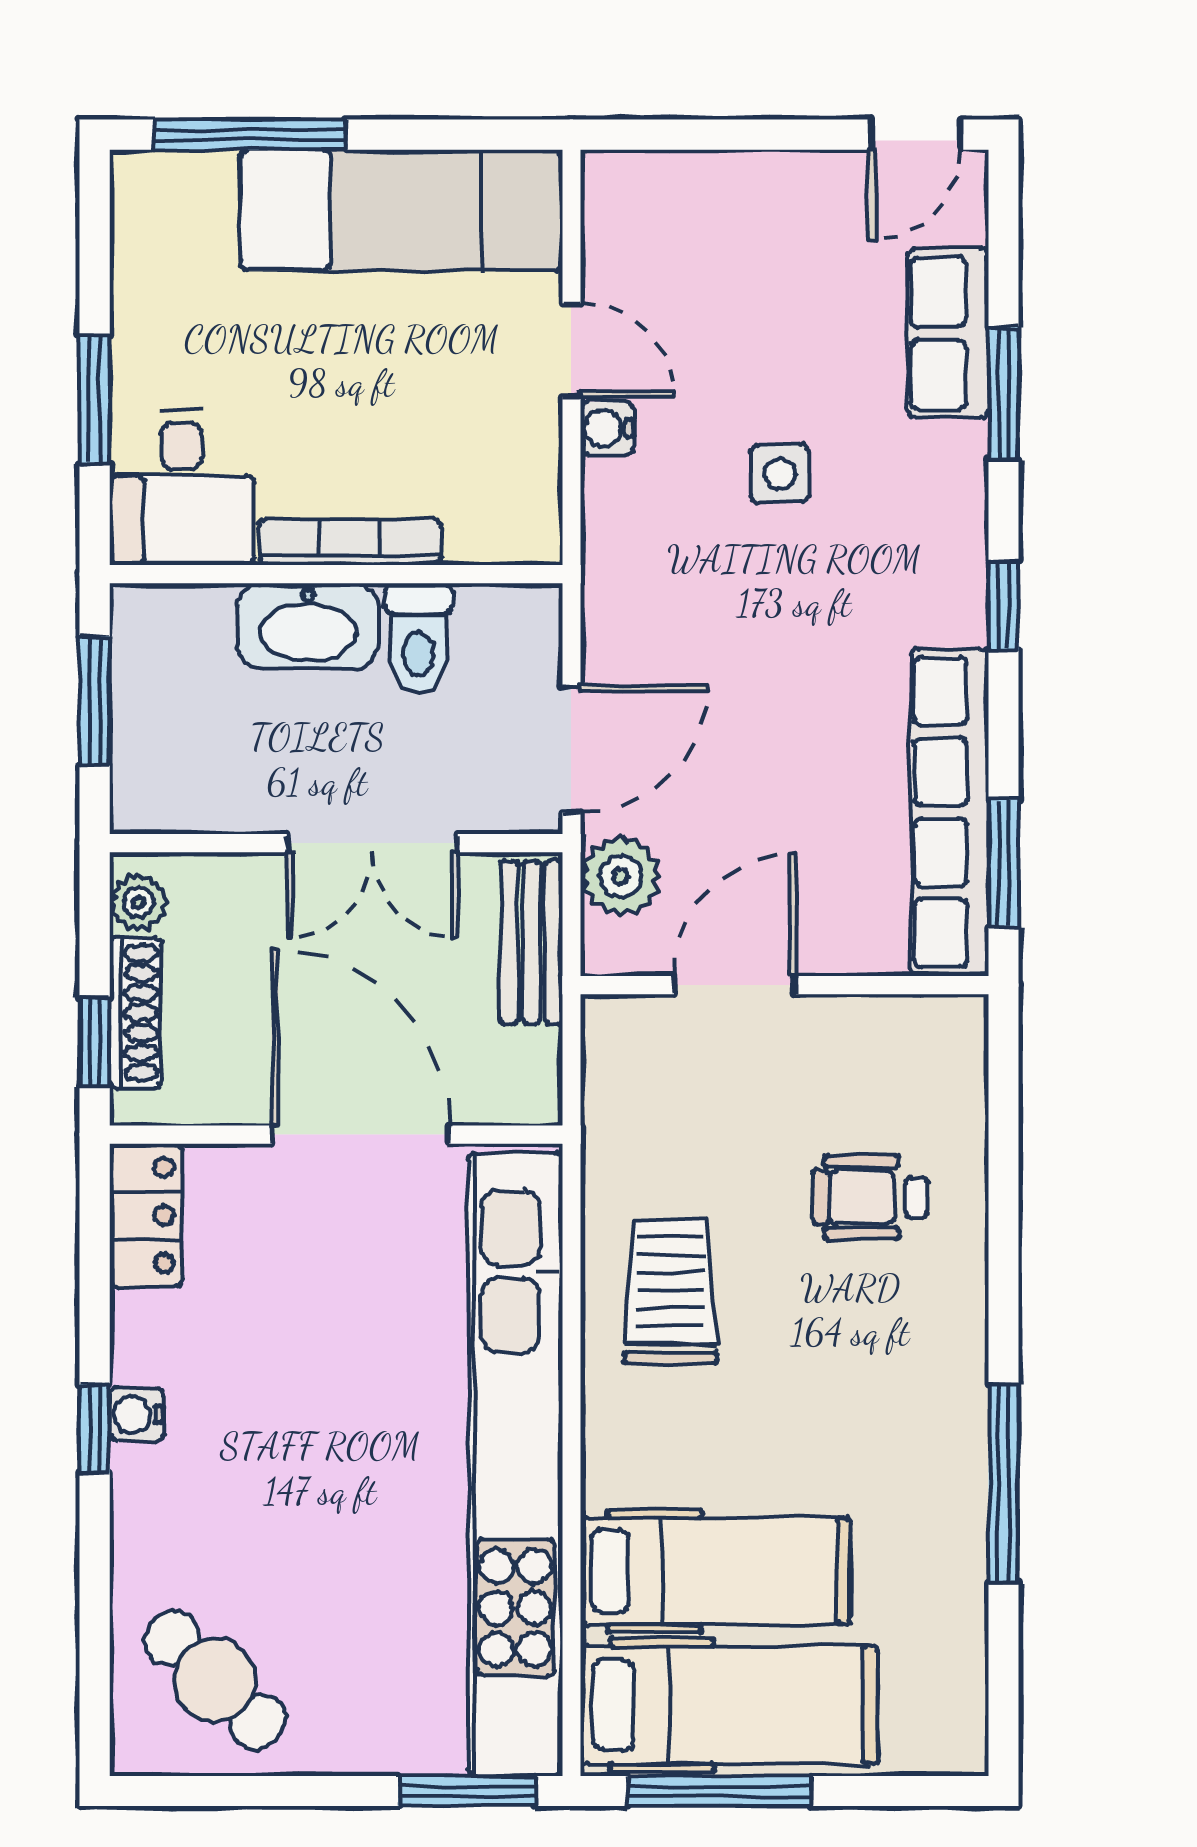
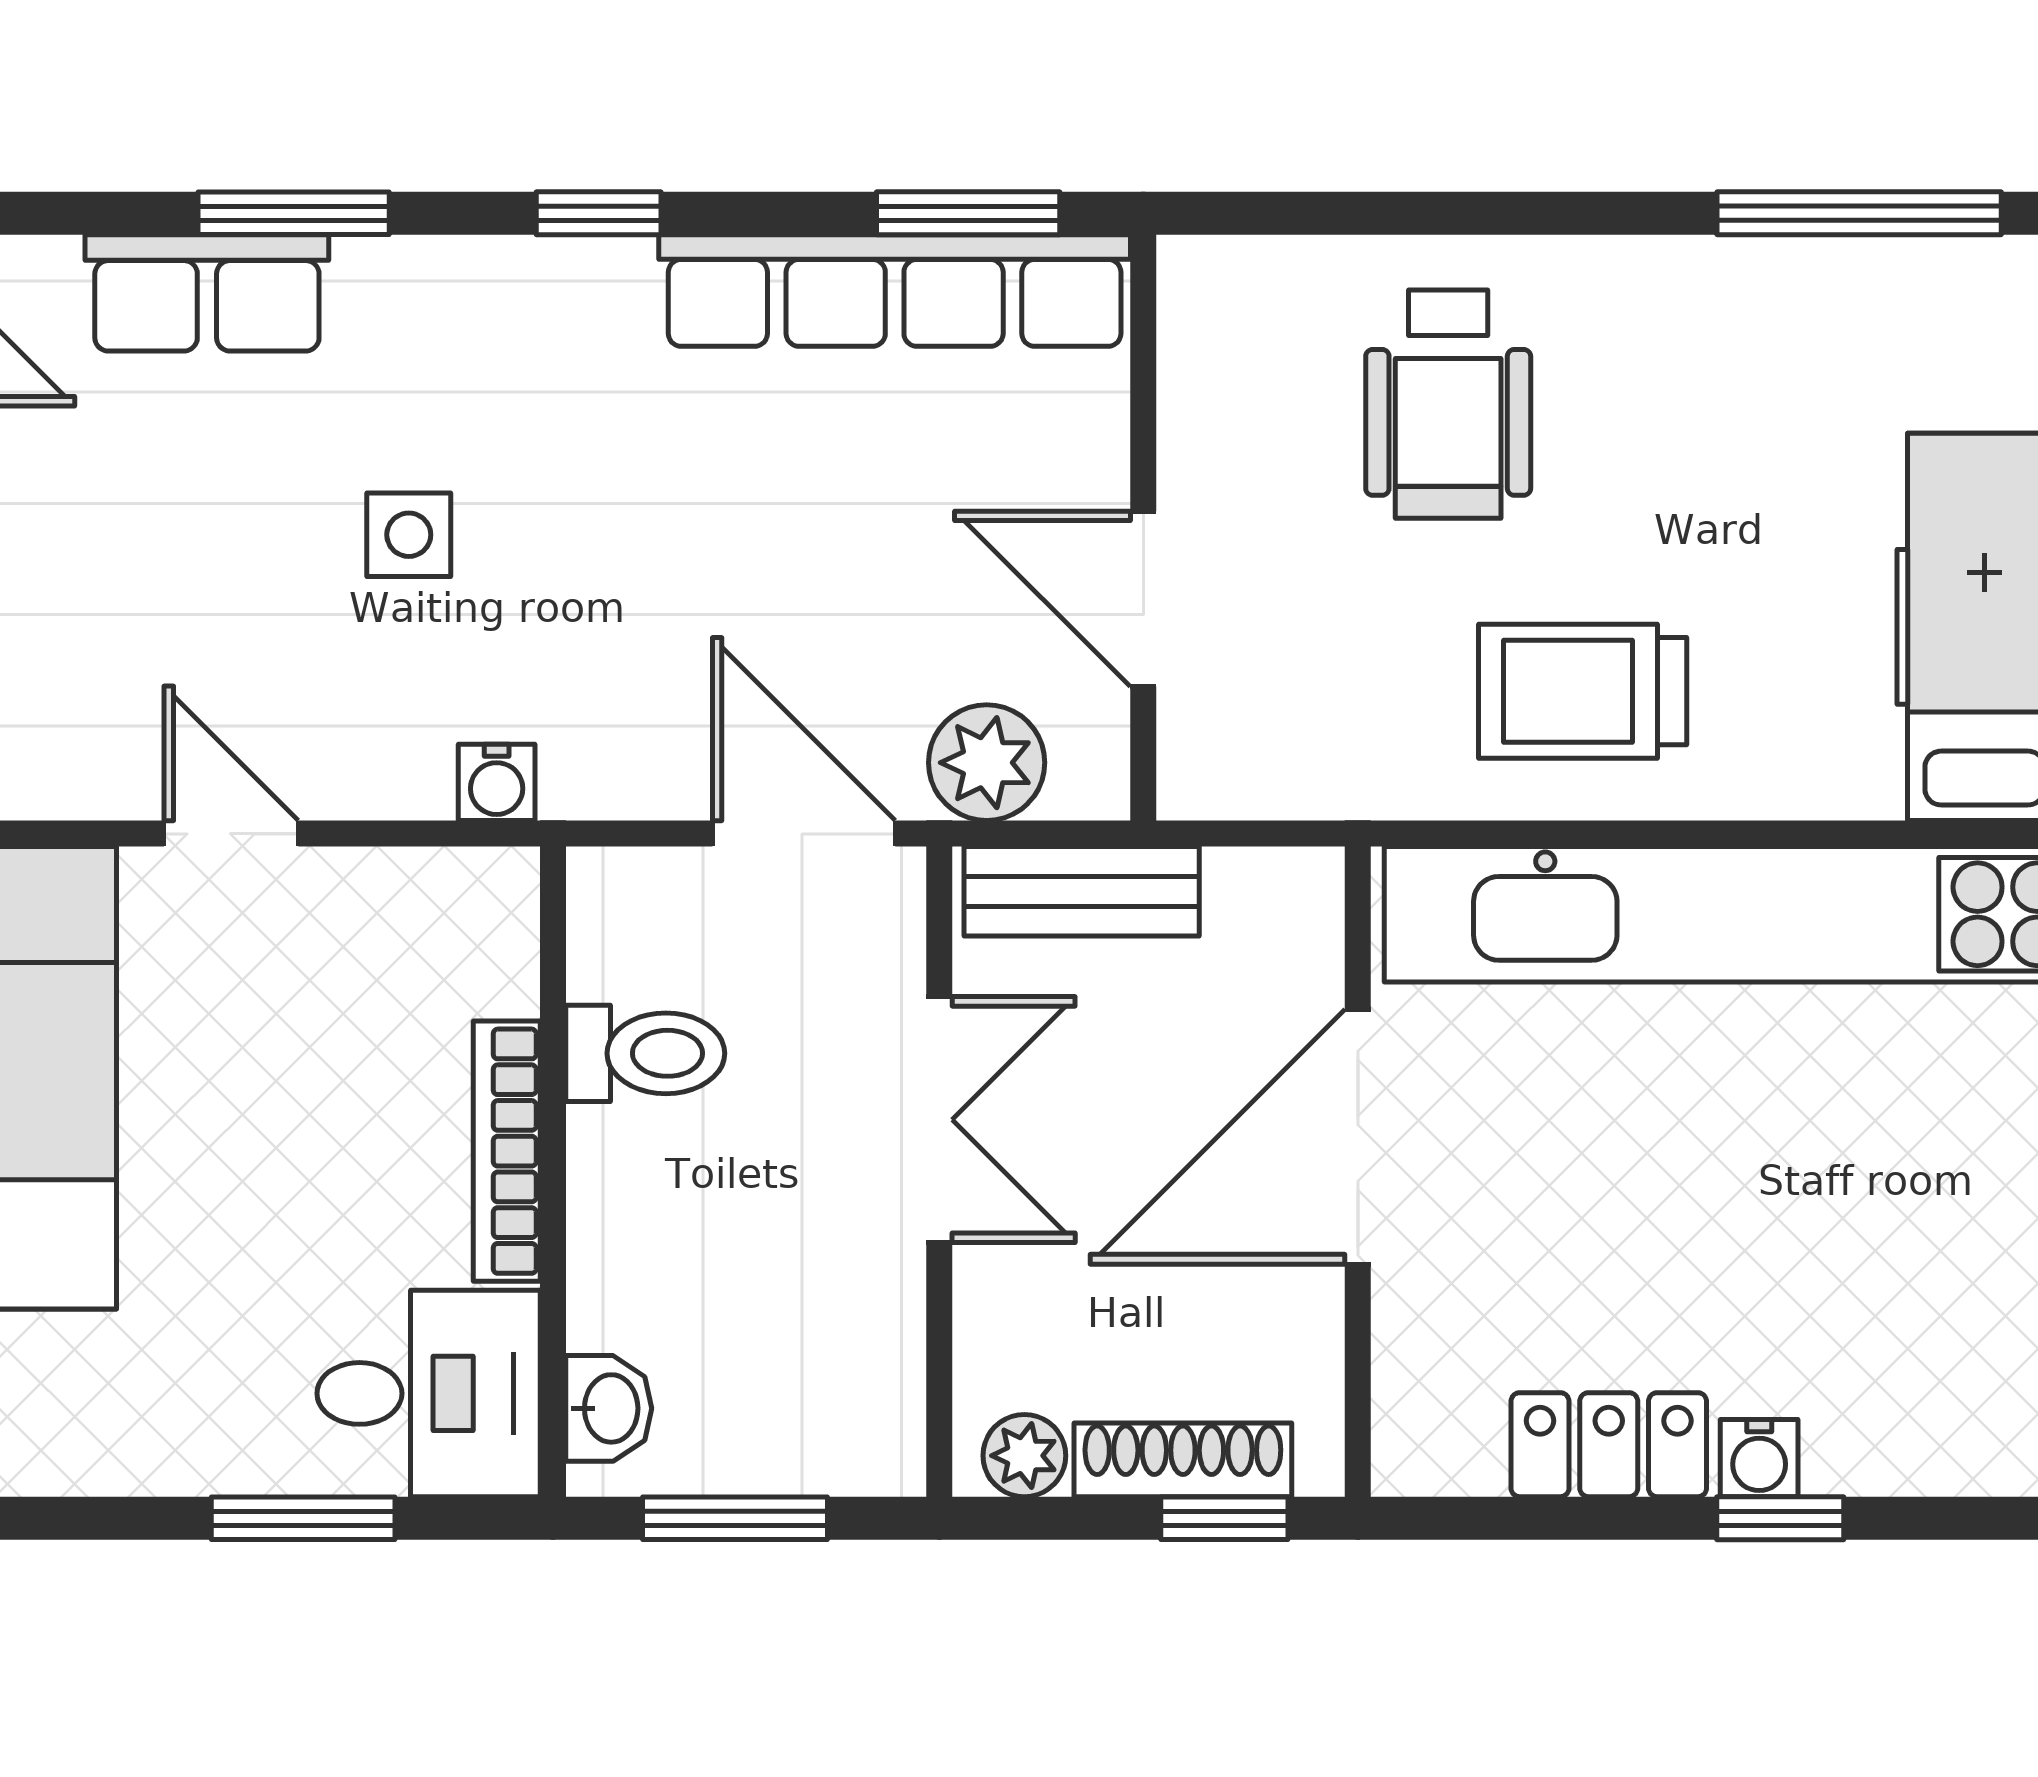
door: (571, 350) -> (231, 834), hinge flipped
water cooler: (607, 429) -> (497, 782), moved
washbasin: (308, 626) -> (609, 1408), moved, width x0.52, depth x0.69
wheelchair: (871, 1198) -> (1448, 404), width x1.36, depth x1.37
locker: (146, 1216) -> (1609, 1445), moved

